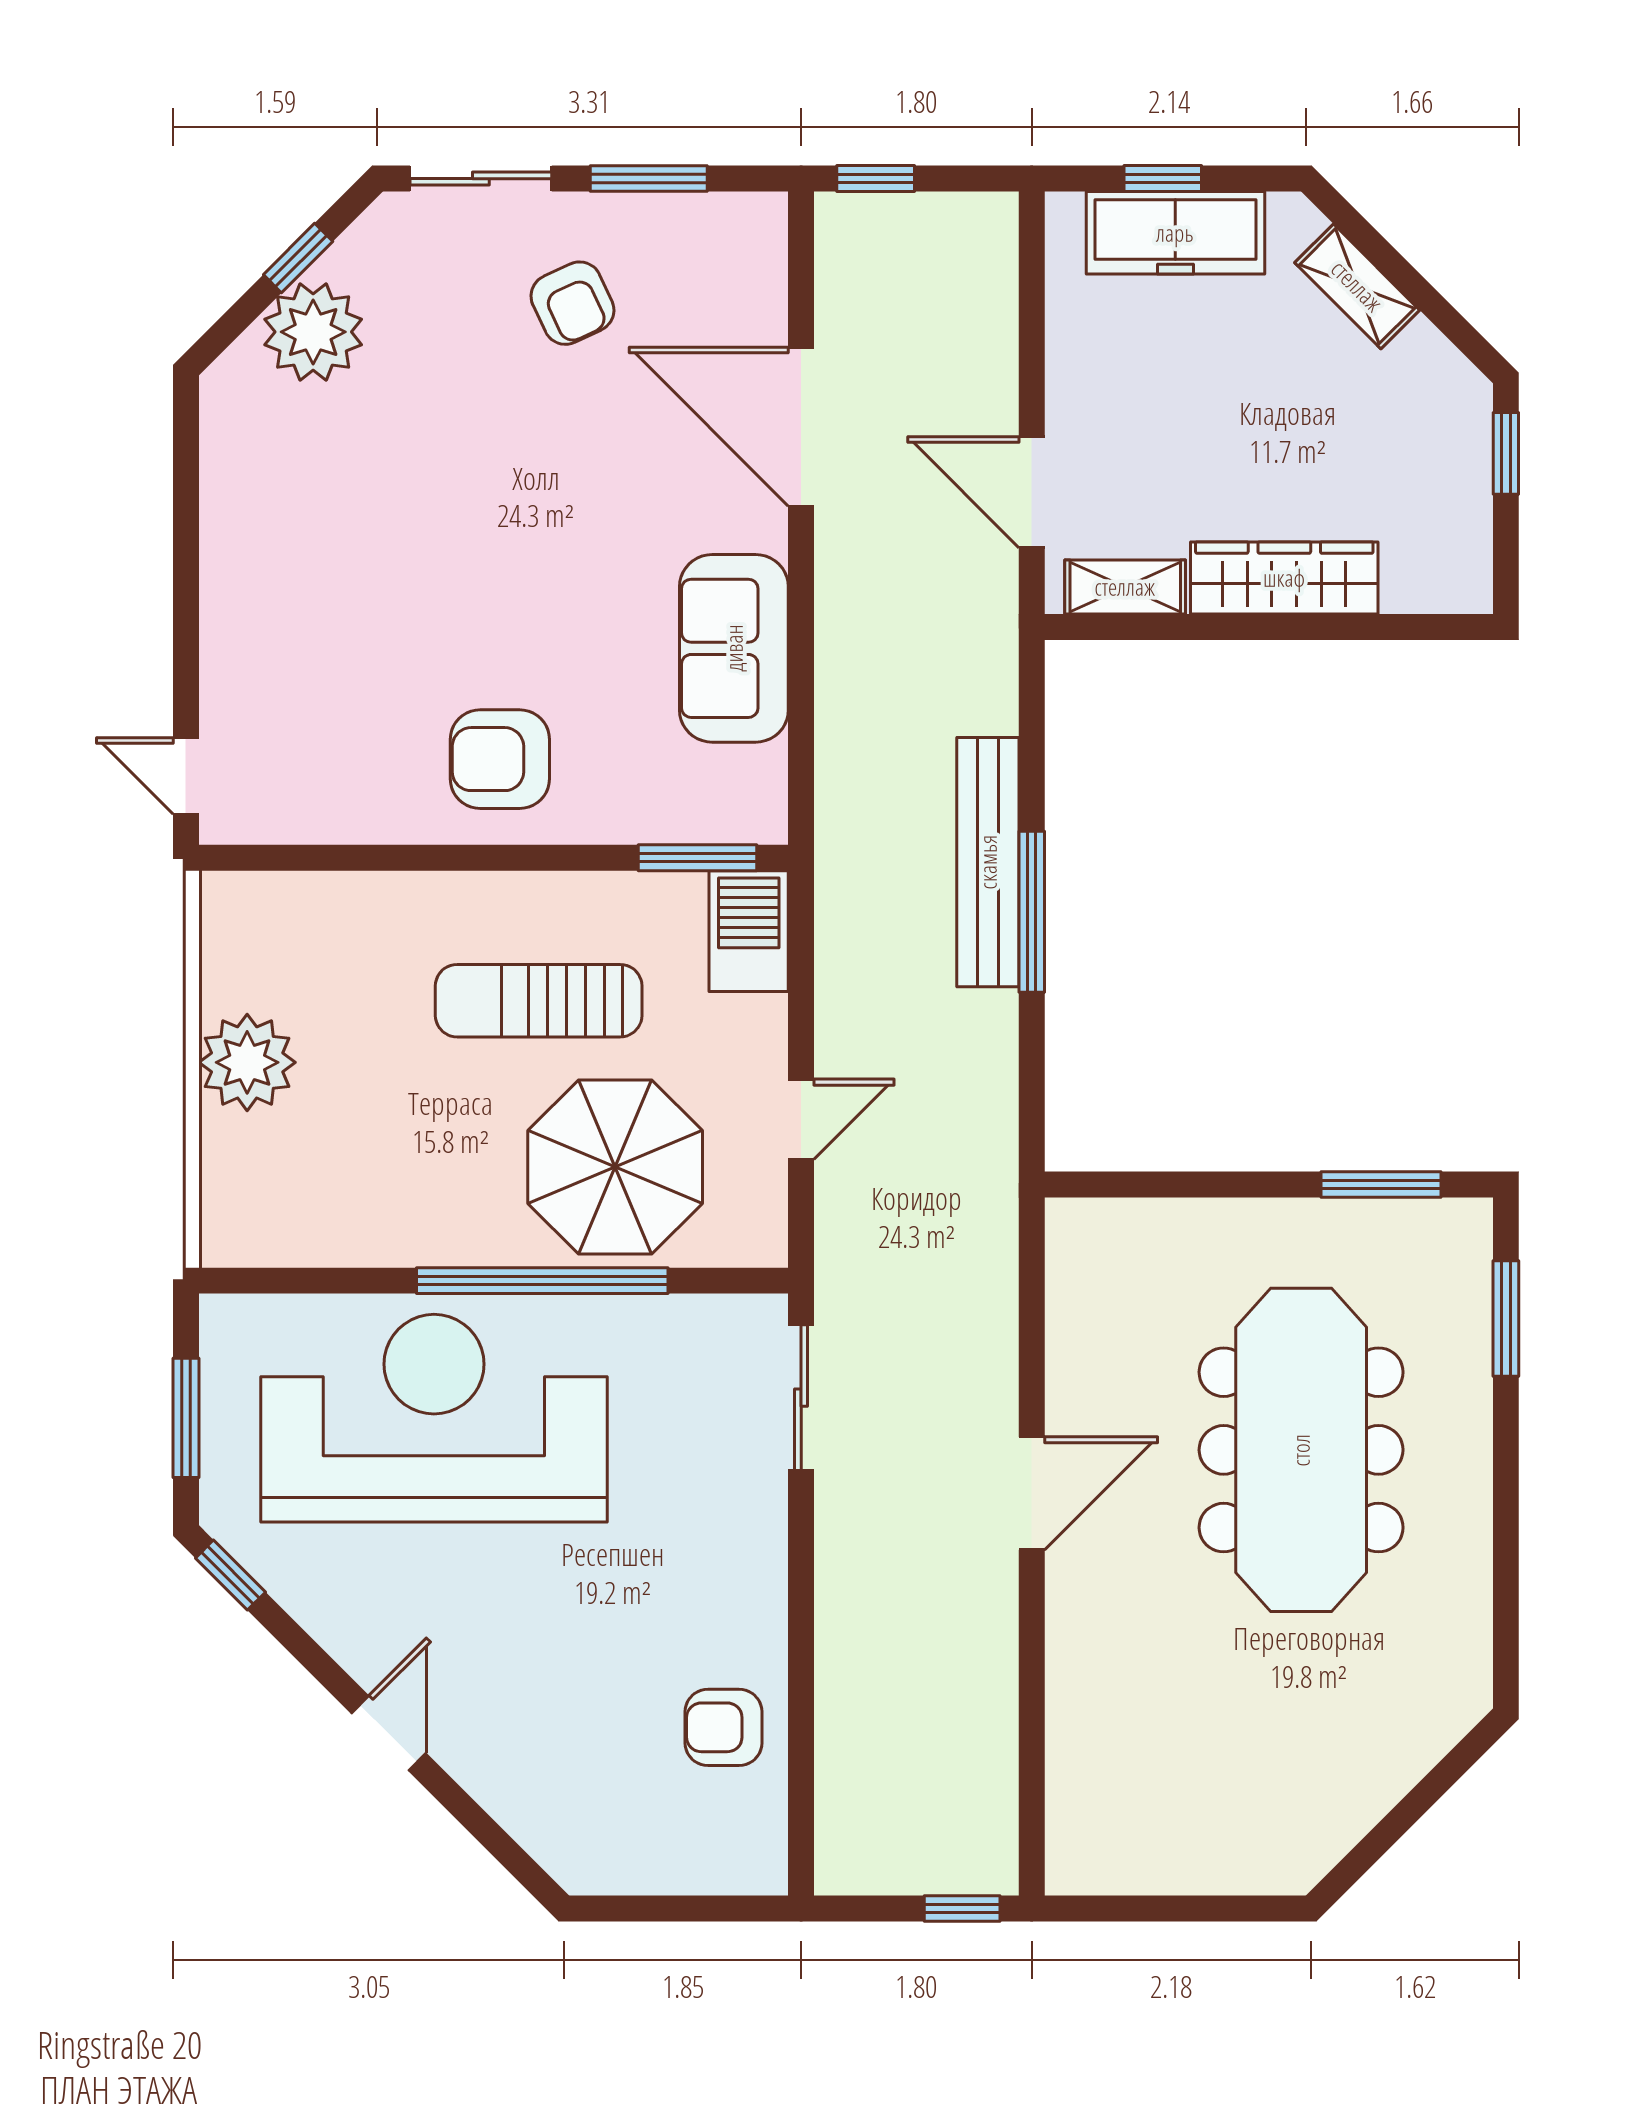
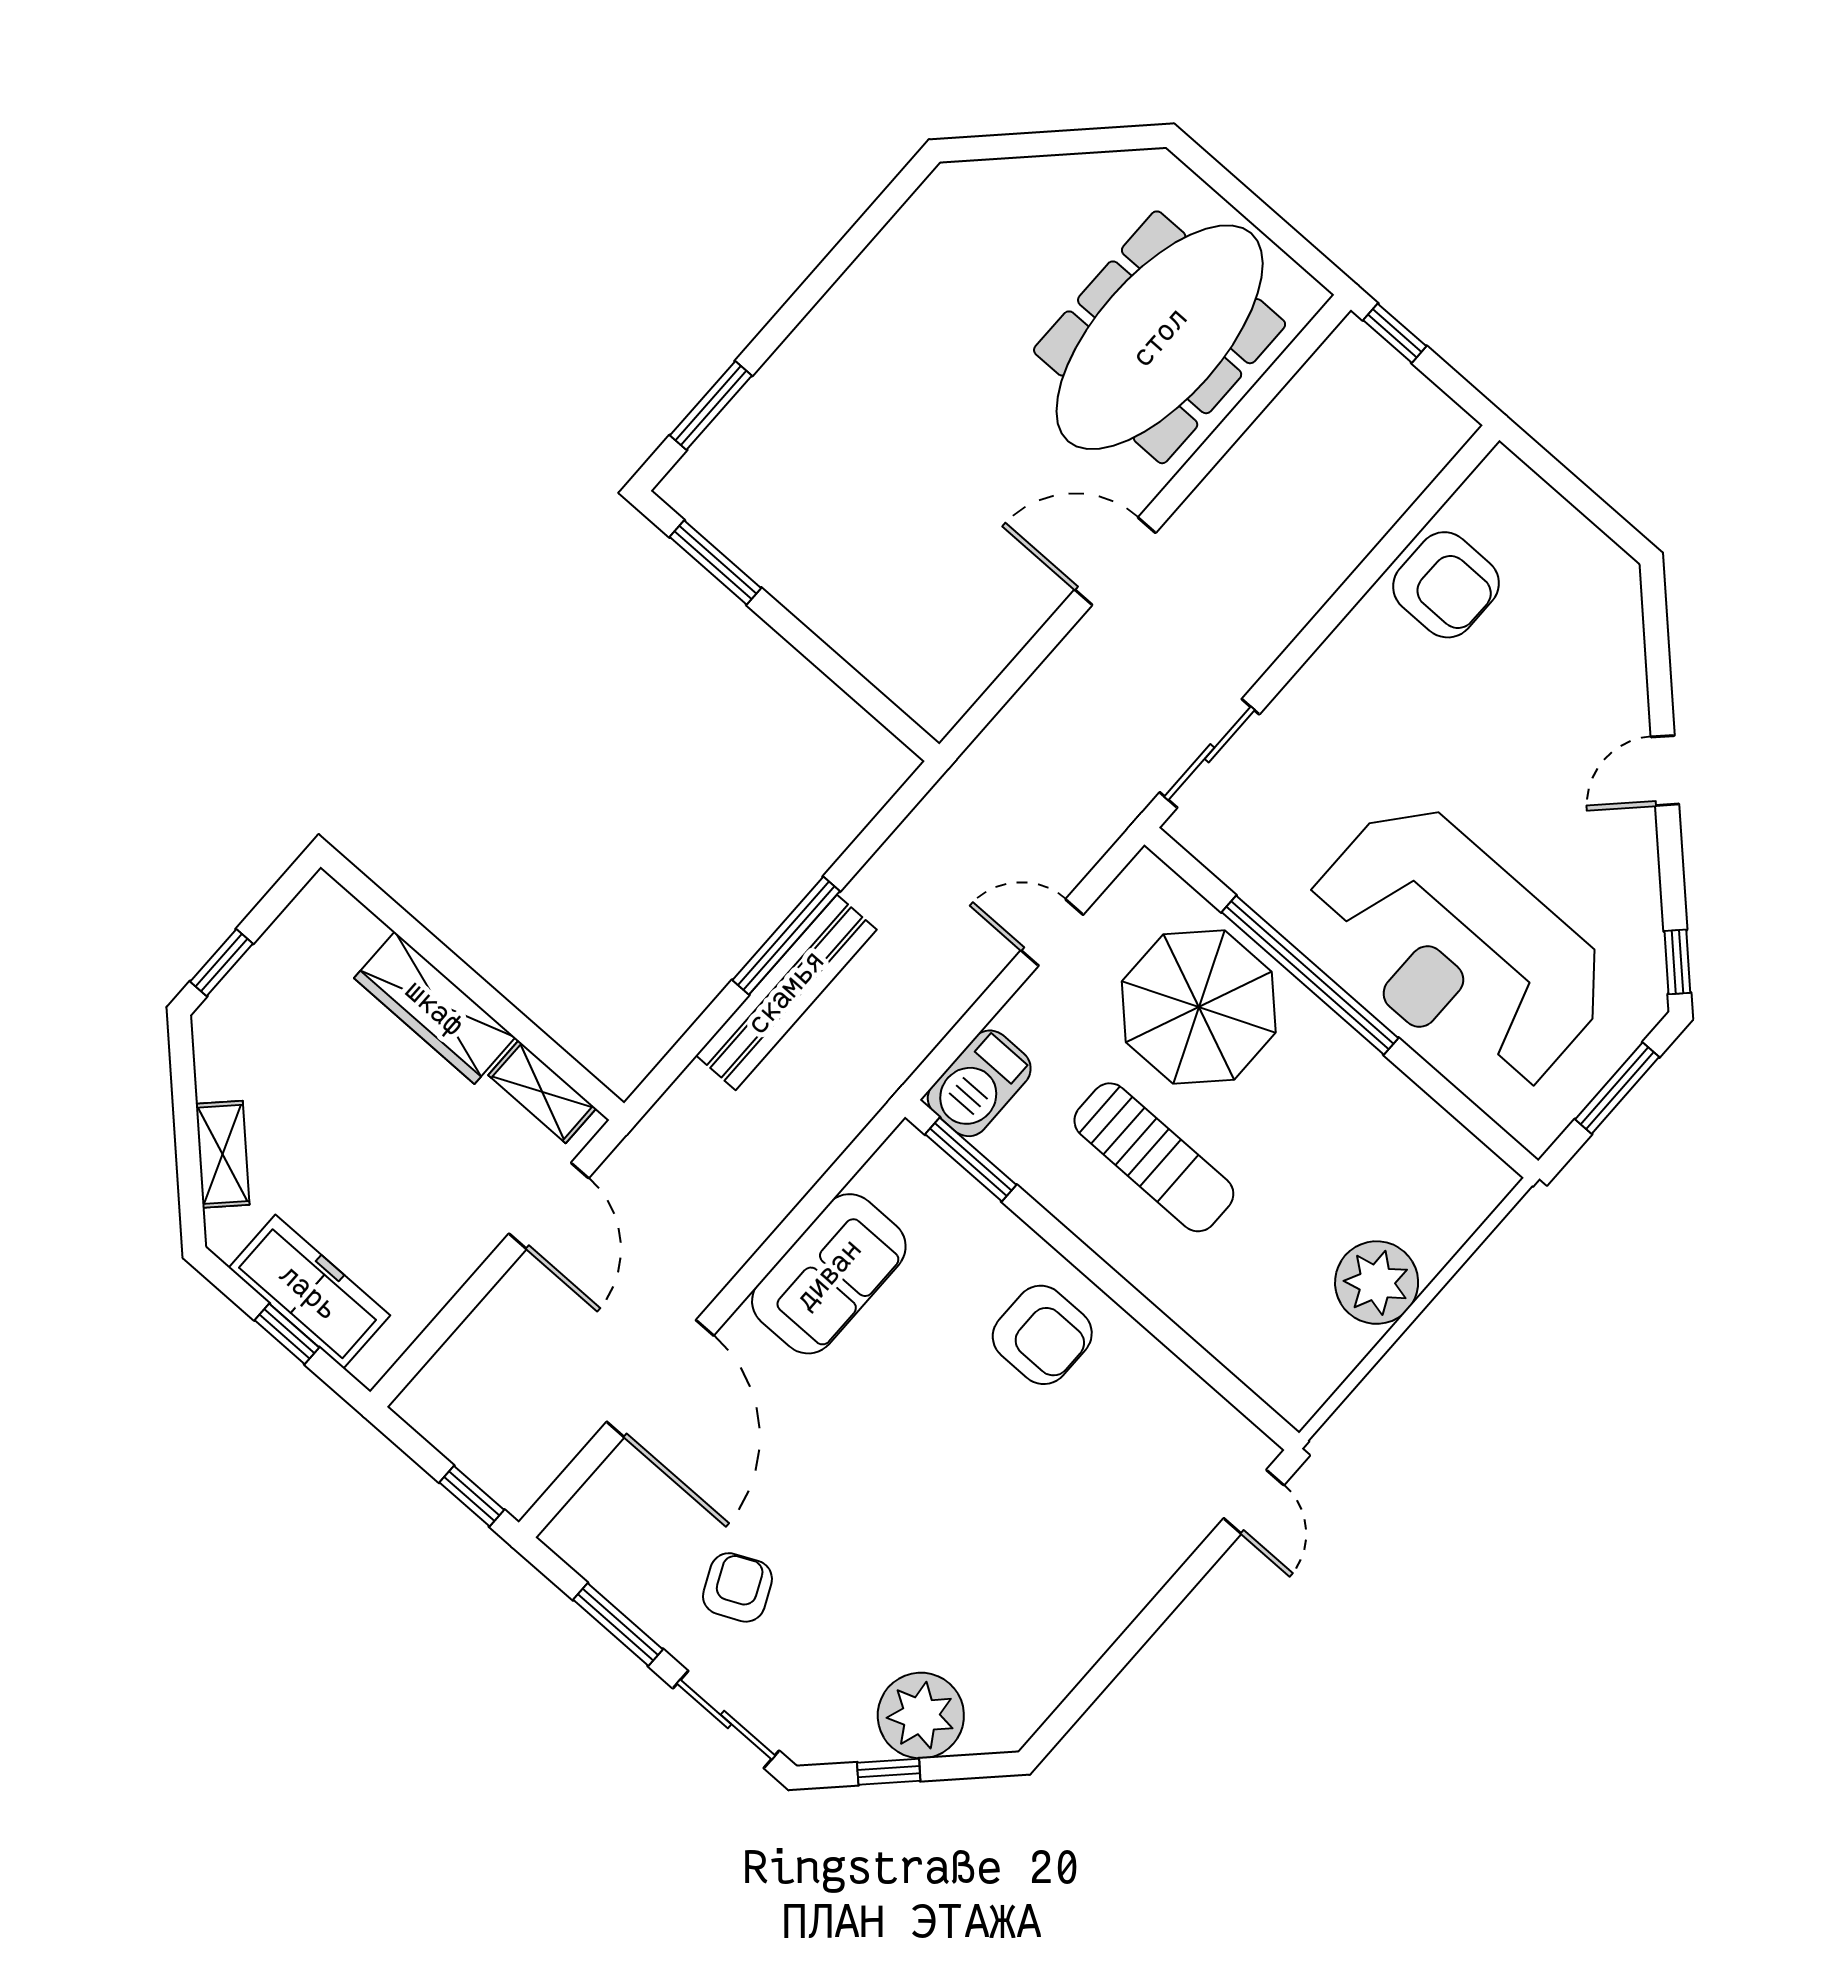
meeting table: (1301, 1450) -> (1160, 337), moved
armchair: (723, 1727) -> (1446, 585), width x1.38, depth x1.38

